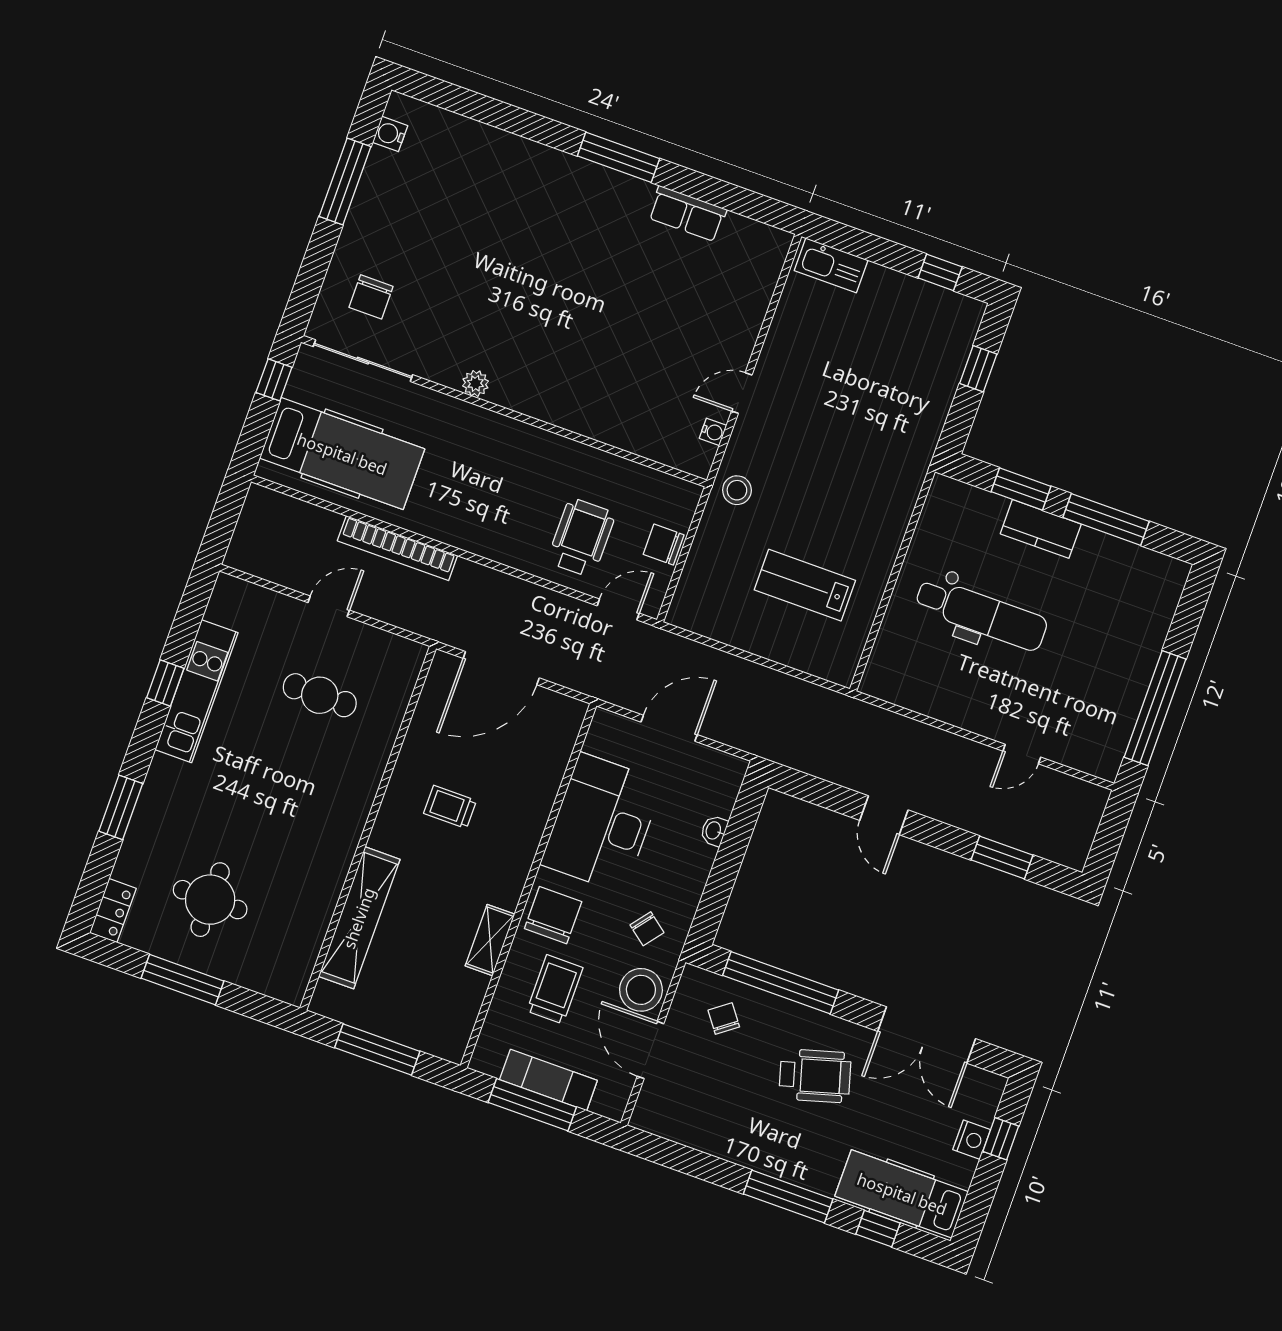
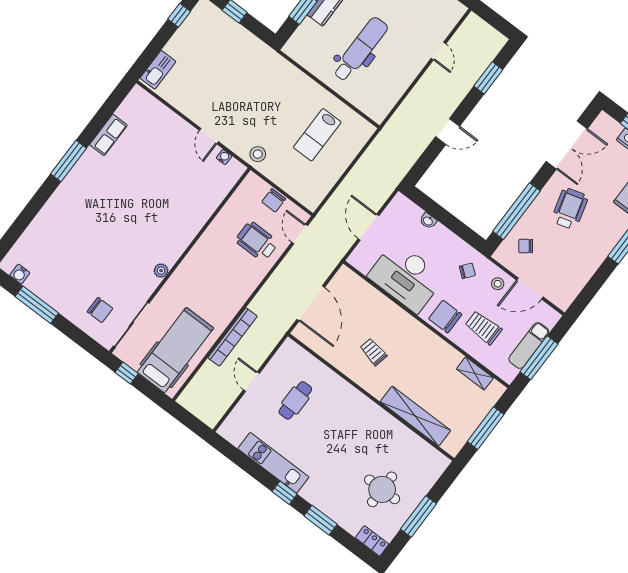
window: (165, 683) -> (285, 493), moved
trolley: (450, 807) -> (373, 352), turned 102
shelving: (490, 940) -> (475, 373), moved
stool: (641, 990) -> (498, 284), width x0.53, depth x0.53

